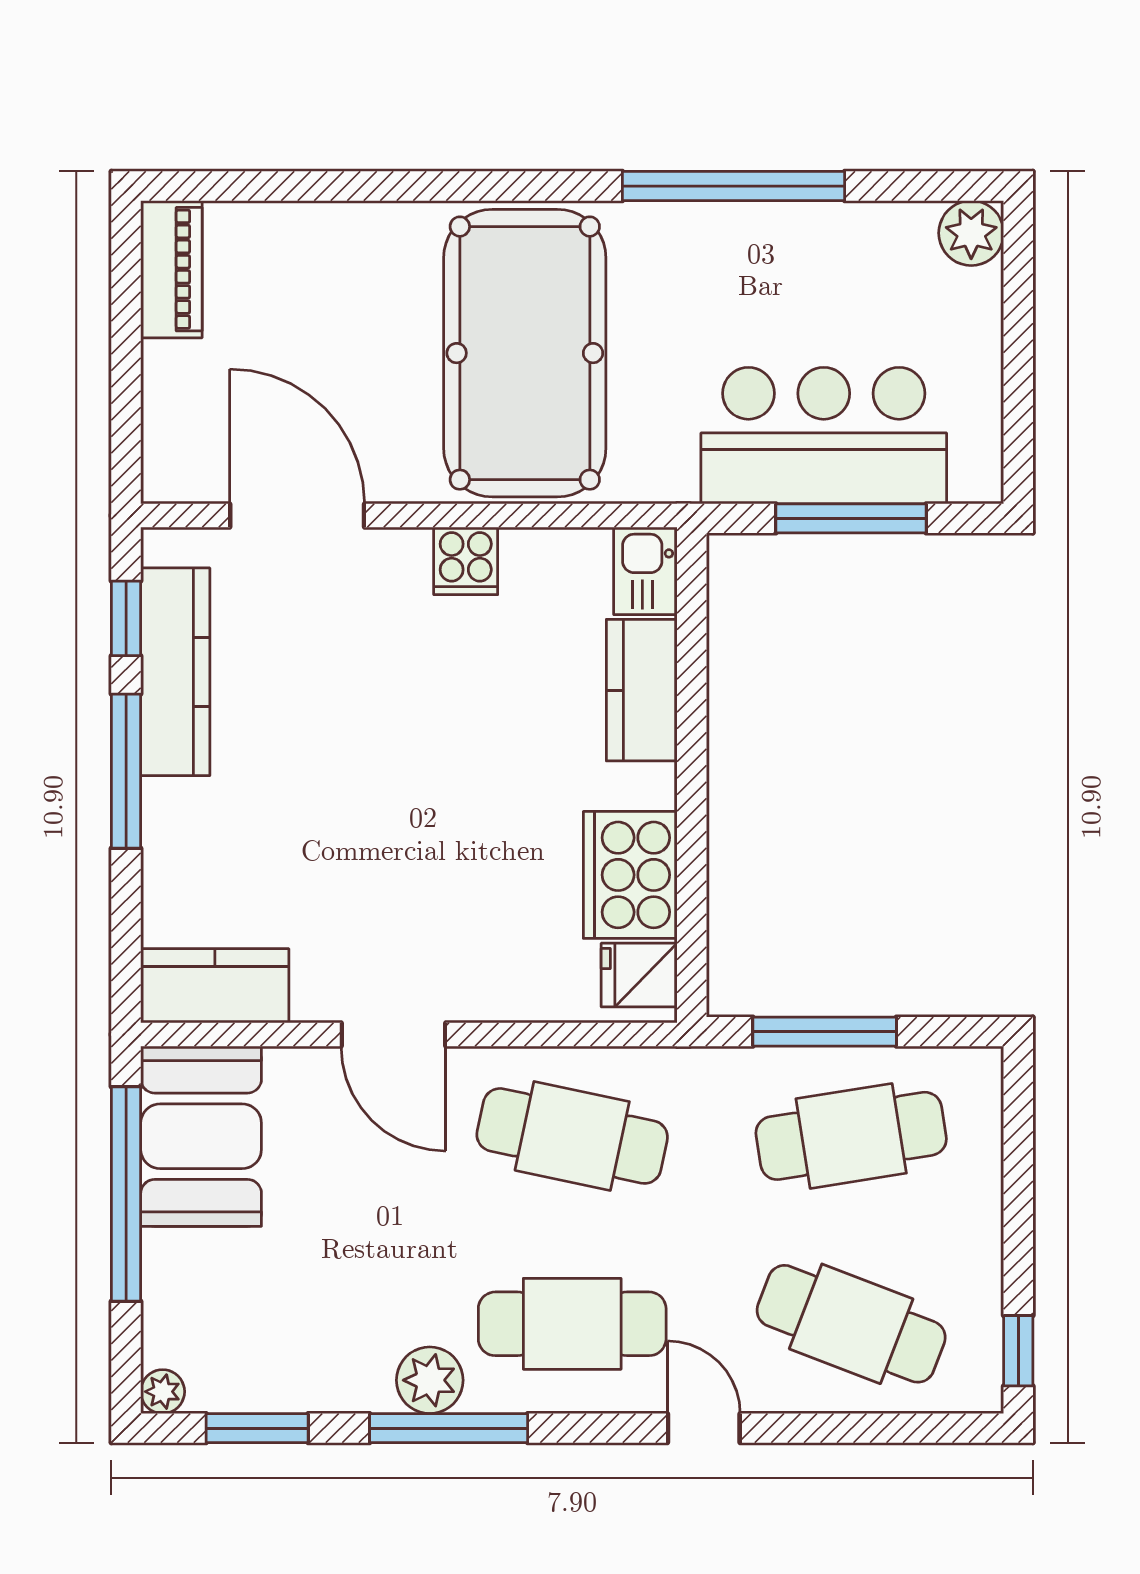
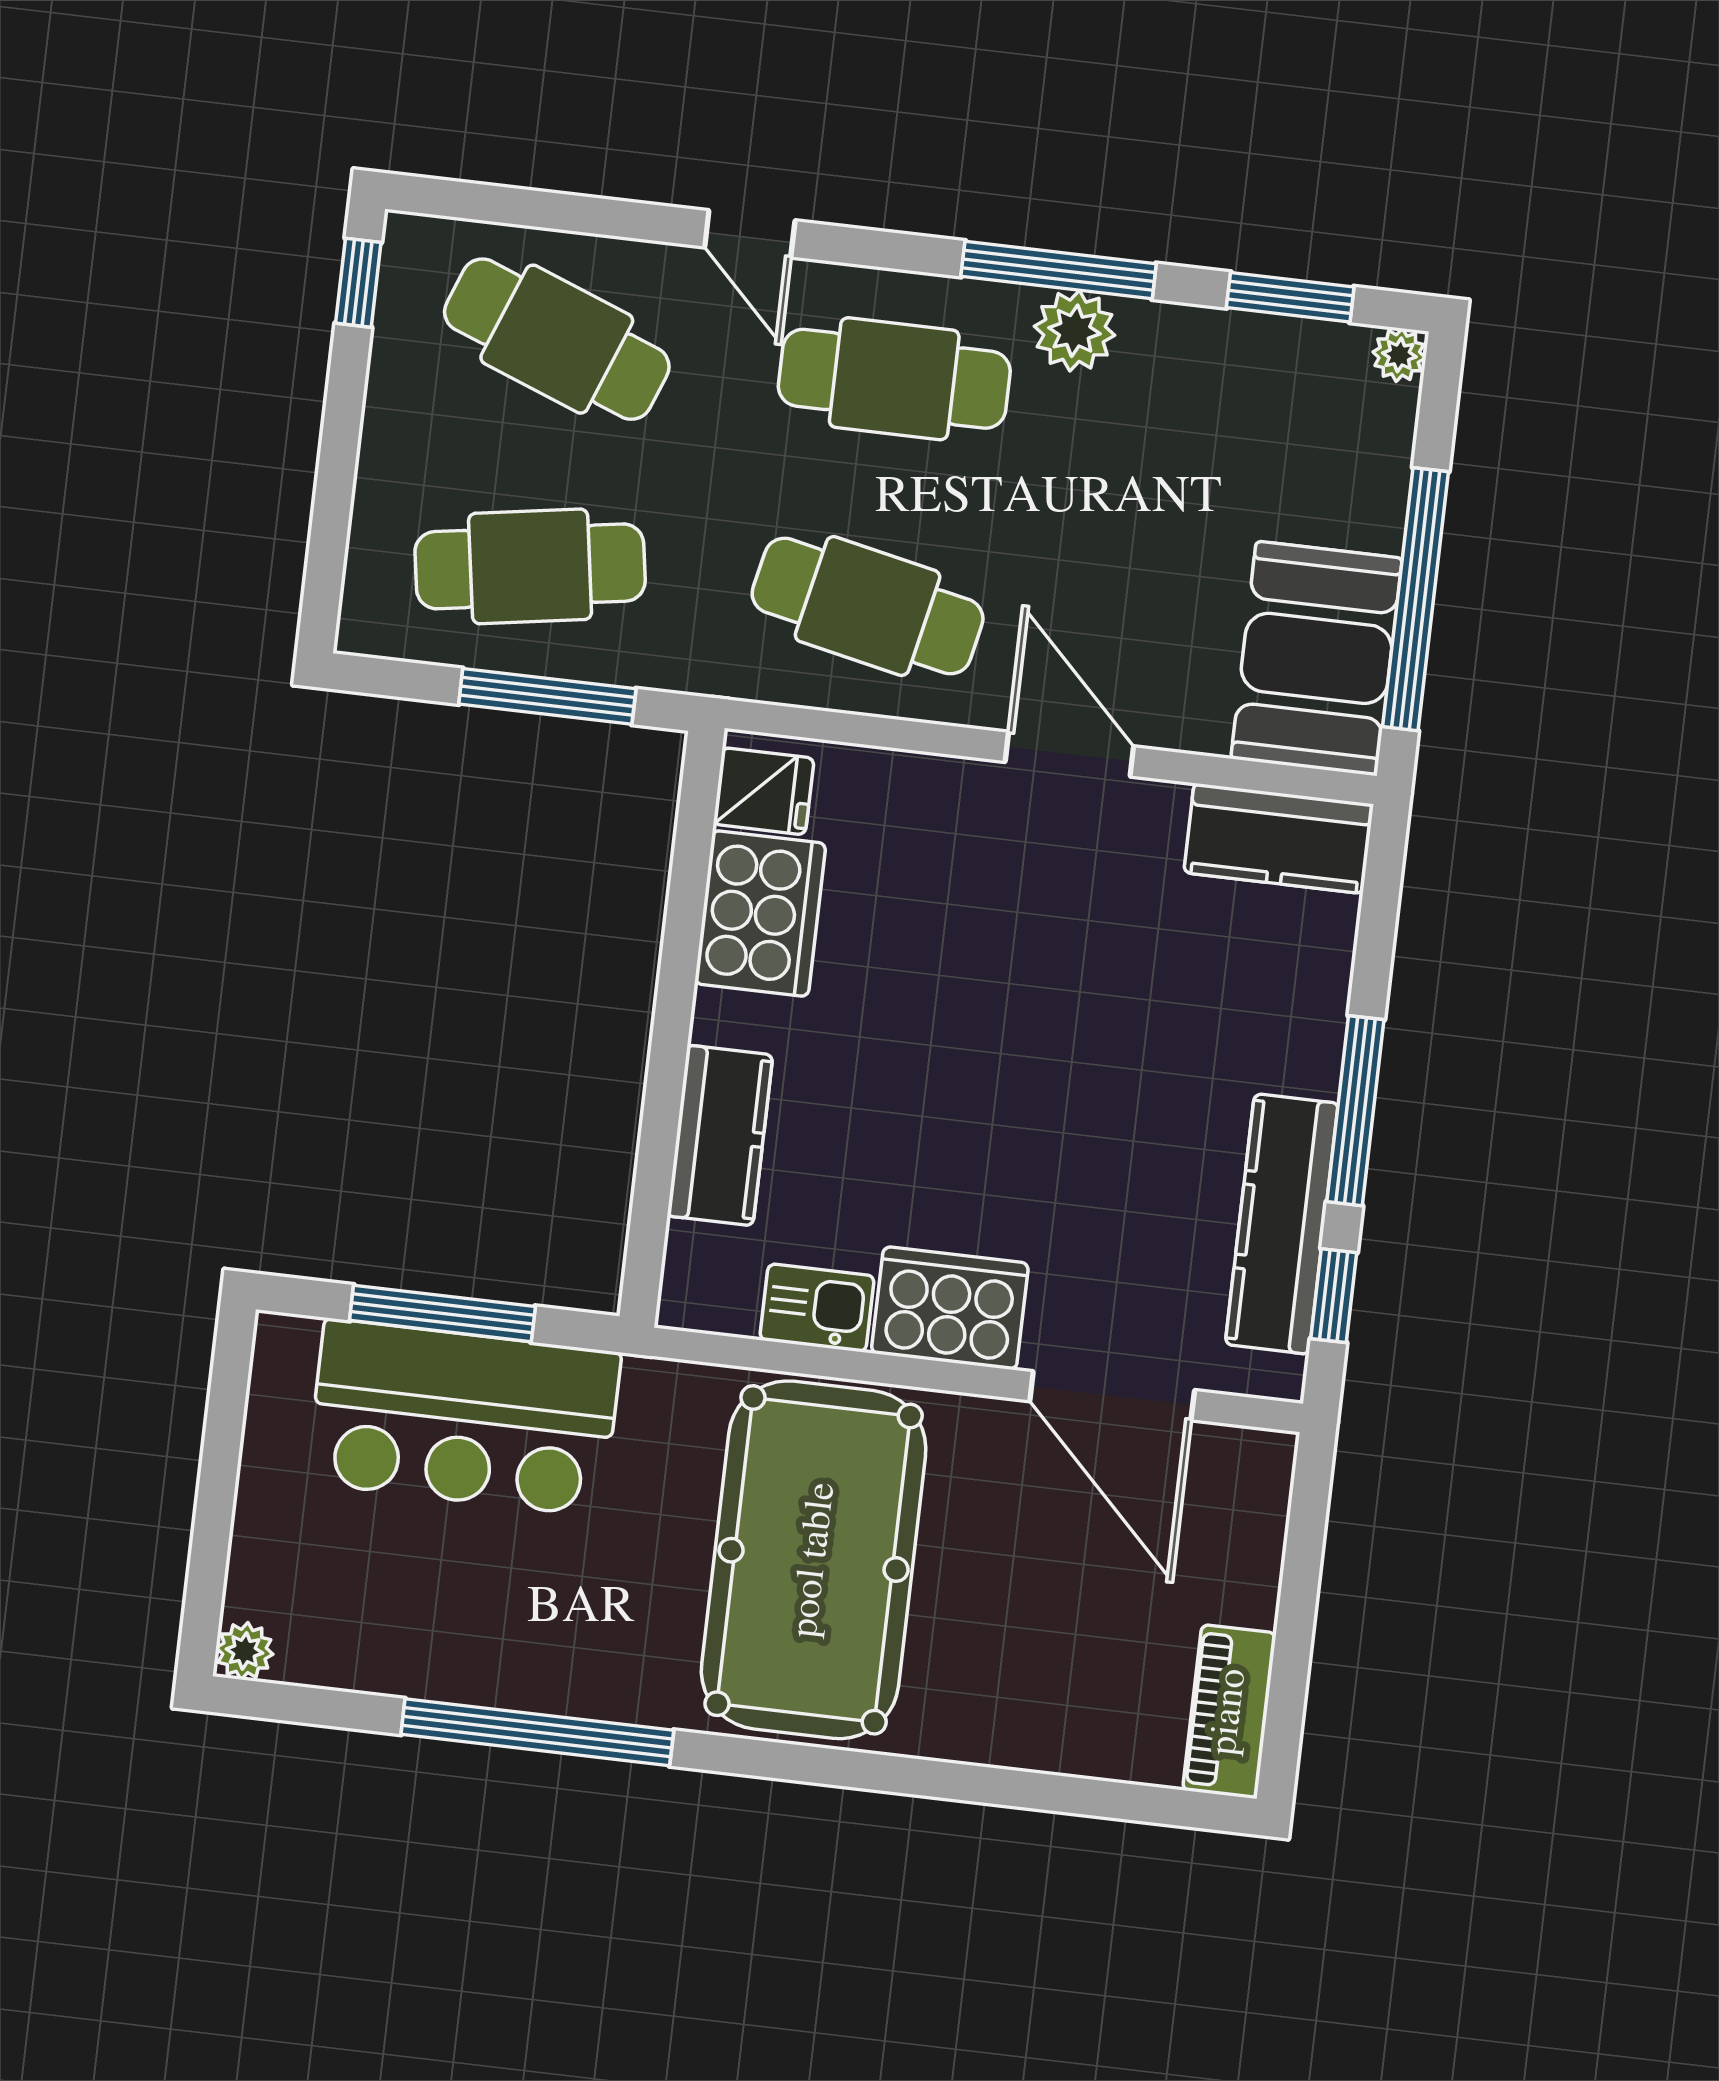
plant: (971, 233) -> (244, 1651), width x0.73, depth x0.73
cooker: (466, 561) -> (950, 1308), width x1.87, depth x1.31
kitchen sink: (645, 571) -> (817, 1308), moved, turned -90

